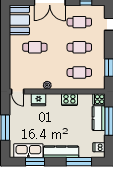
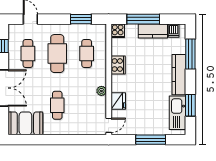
cafe table: (79, 47) -> (57, 54), width x1.37, depth x1.35
kitchen counter: (99, 118) -> (153, 31), moved

